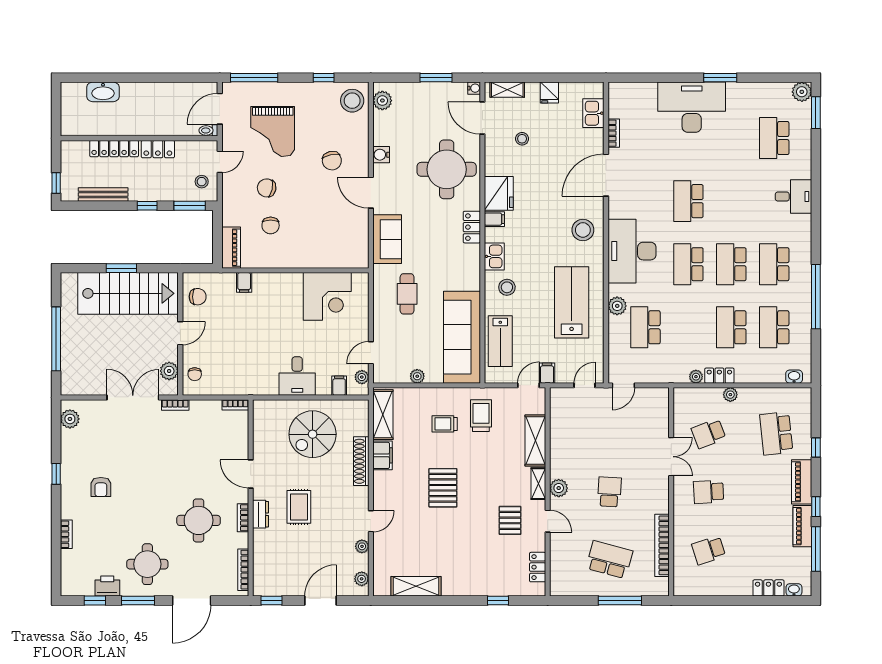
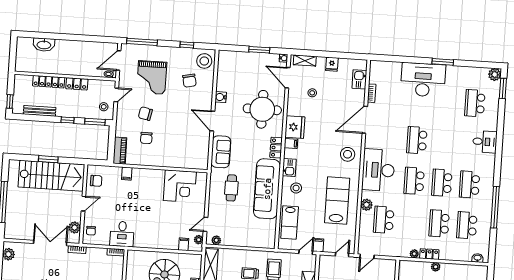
plant: (382, 101) -> (224, 62), removed
chair: (332, 161) -> (189, 81), moved
sofa: (462, 337) -> (267, 189), moved
desk: (297, 376) -> (122, 234), moved
plant: (417, 376) -> (216, 240), moved

